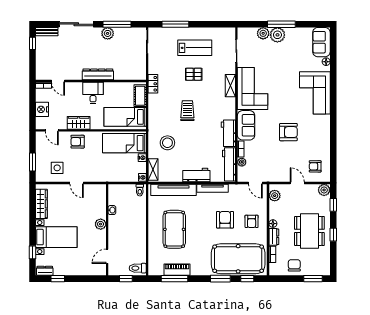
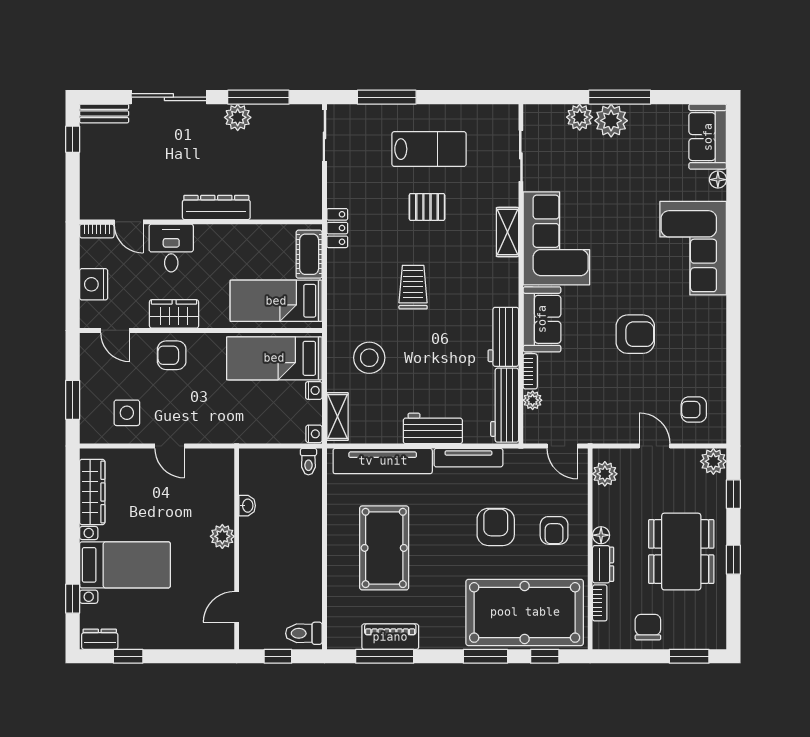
desk: (93, 93) -> (171, 248), moved

